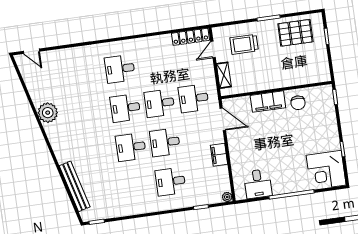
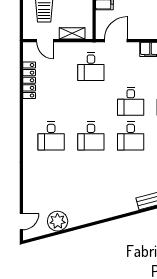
locker: (190, 37) -> (29, 80), moved
desk: (159, 103) -> (91, 101), removed
plant: (48, 113) -> (58, 221), moved

